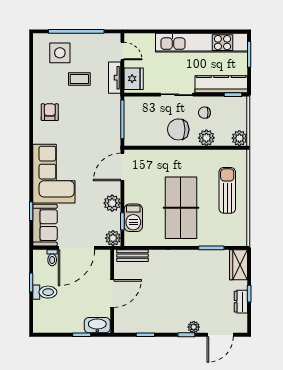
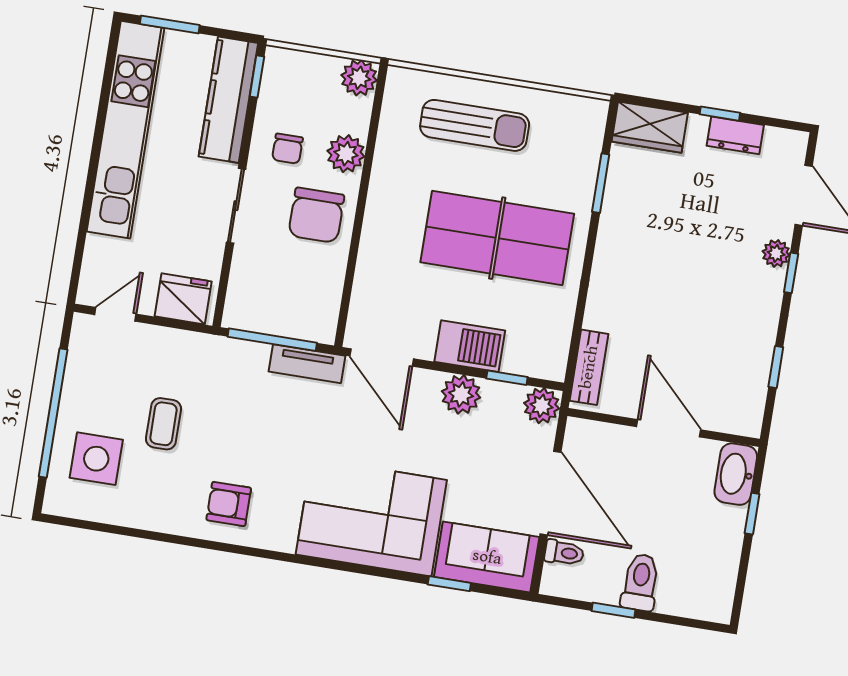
tv unit: (115, 78) -> (307, 364), moved
sun lounger: (227, 190) -> (475, 125), turned 180
barbecue: (133, 218) -> (470, 346), moved

